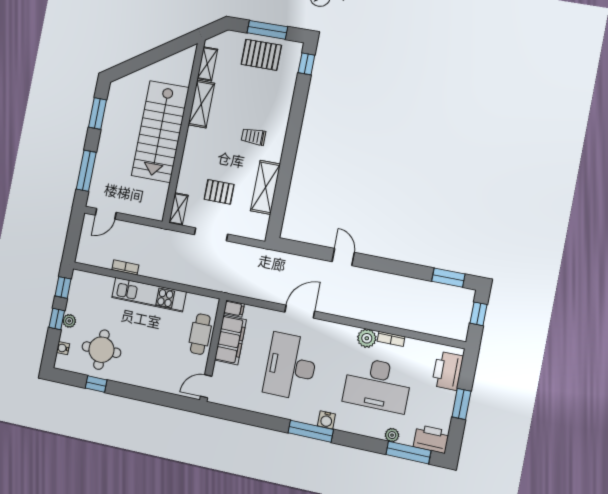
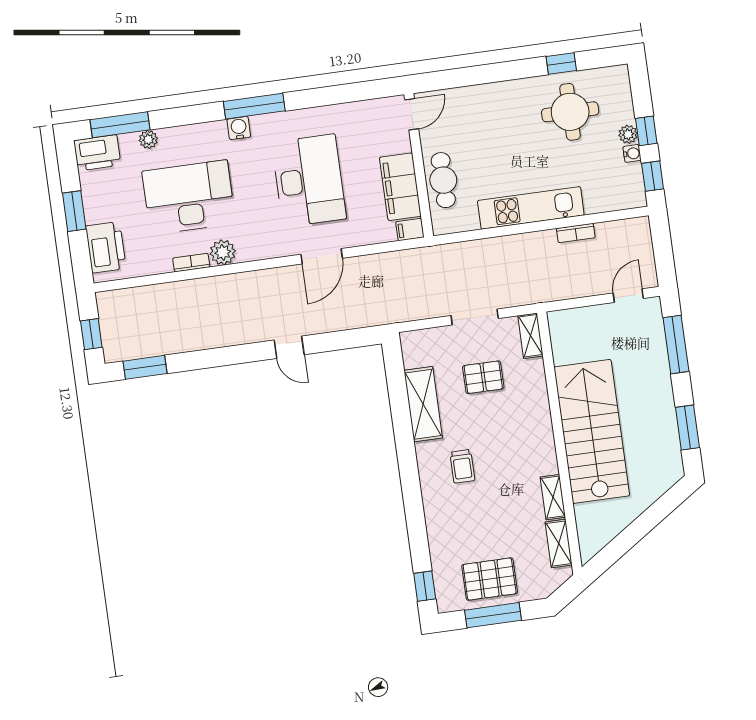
shelving: (201, 104) -> (553, 497), width x0.67, depth x0.75
trolley: (254, 137) -> (462, 466), turned 90
water cooler: (63, 348) -> (632, 153), moved

